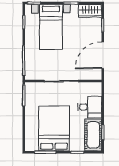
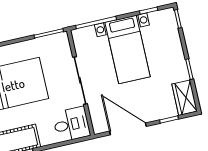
bed with nightstands: (51, 27) -> (128, 50), moved, turned -90
desk: (90, 107) -> (71, 124), moved, turned -90

